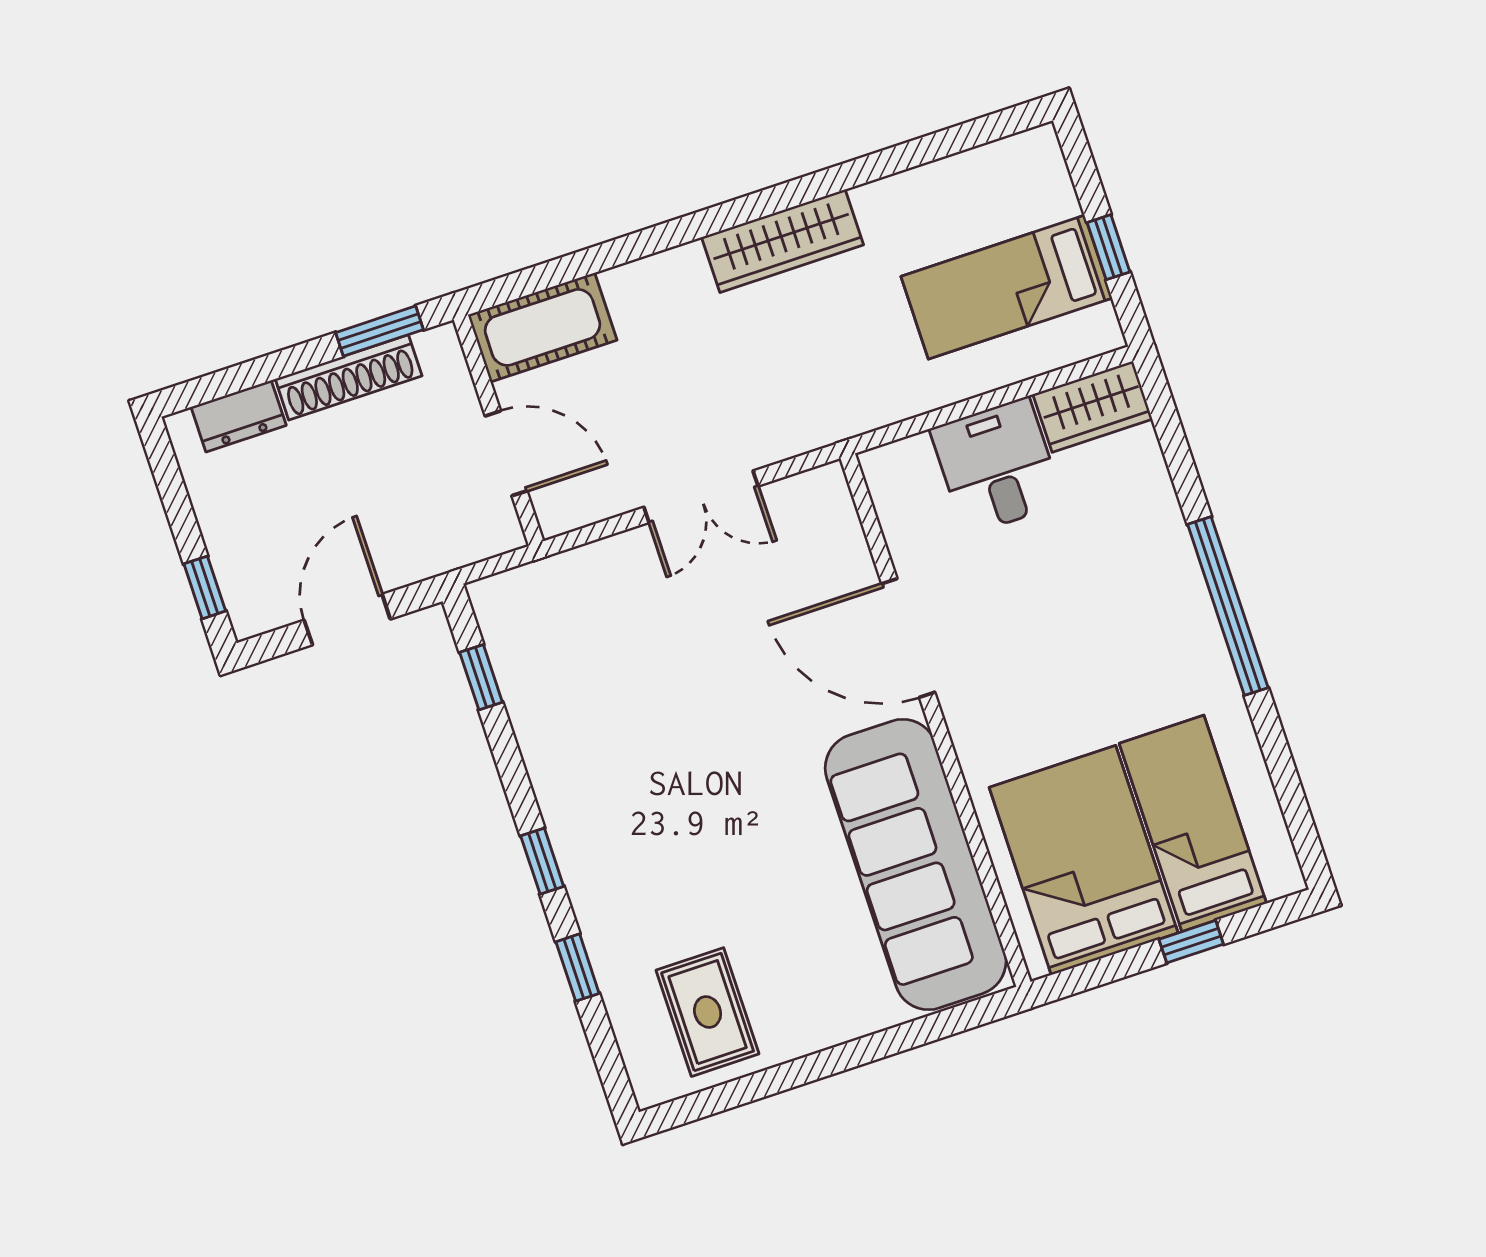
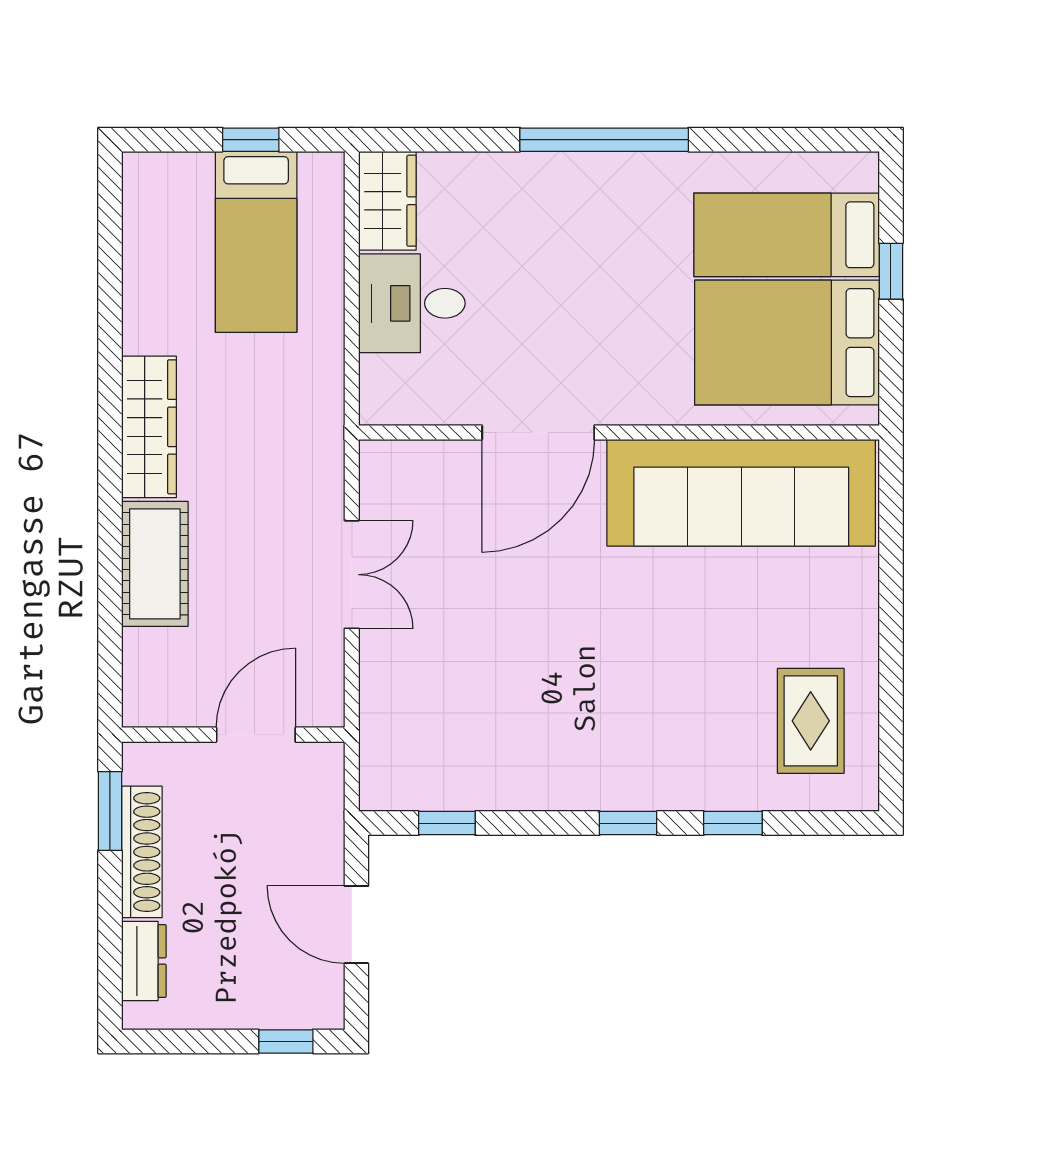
cot: (543, 327) -> (155, 564), moved
rug: (708, 1012) -> (811, 721), turned 90

